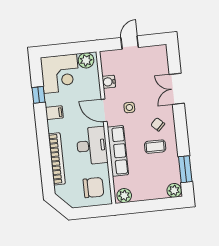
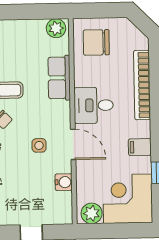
desk: (92, 146) -> (94, 105), width x0.73
row of seats: (118, 151) -> (59, 78), width x0.68

